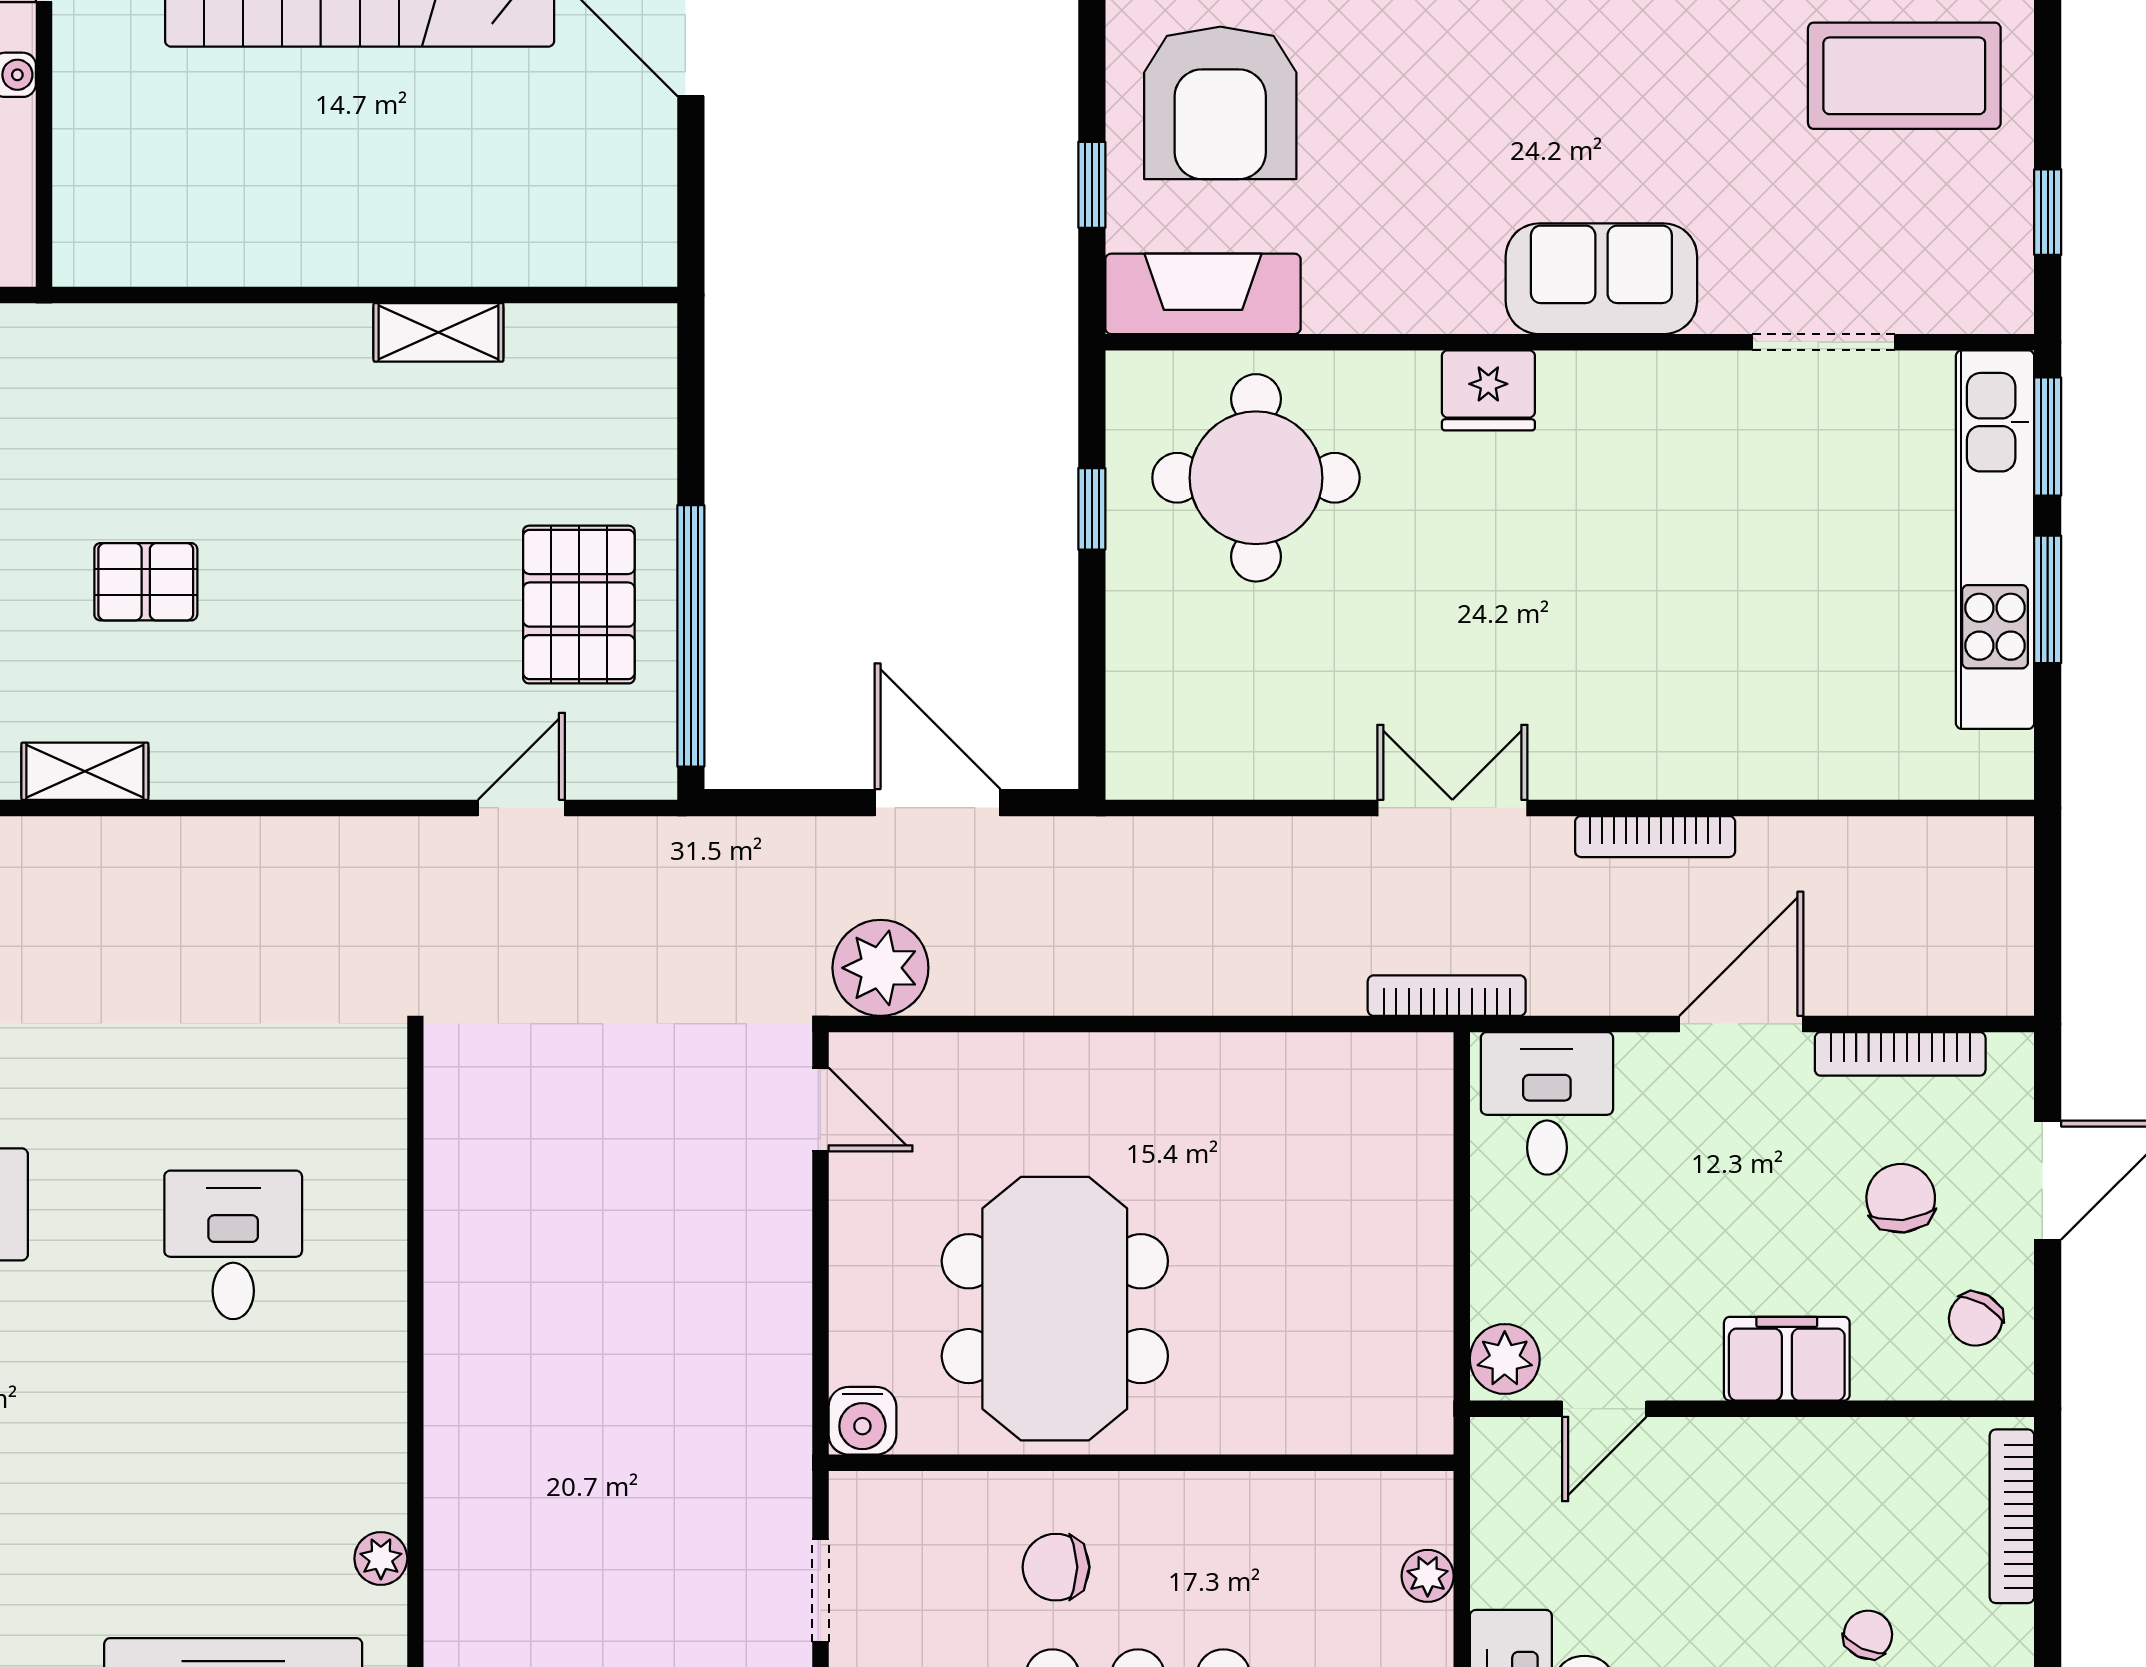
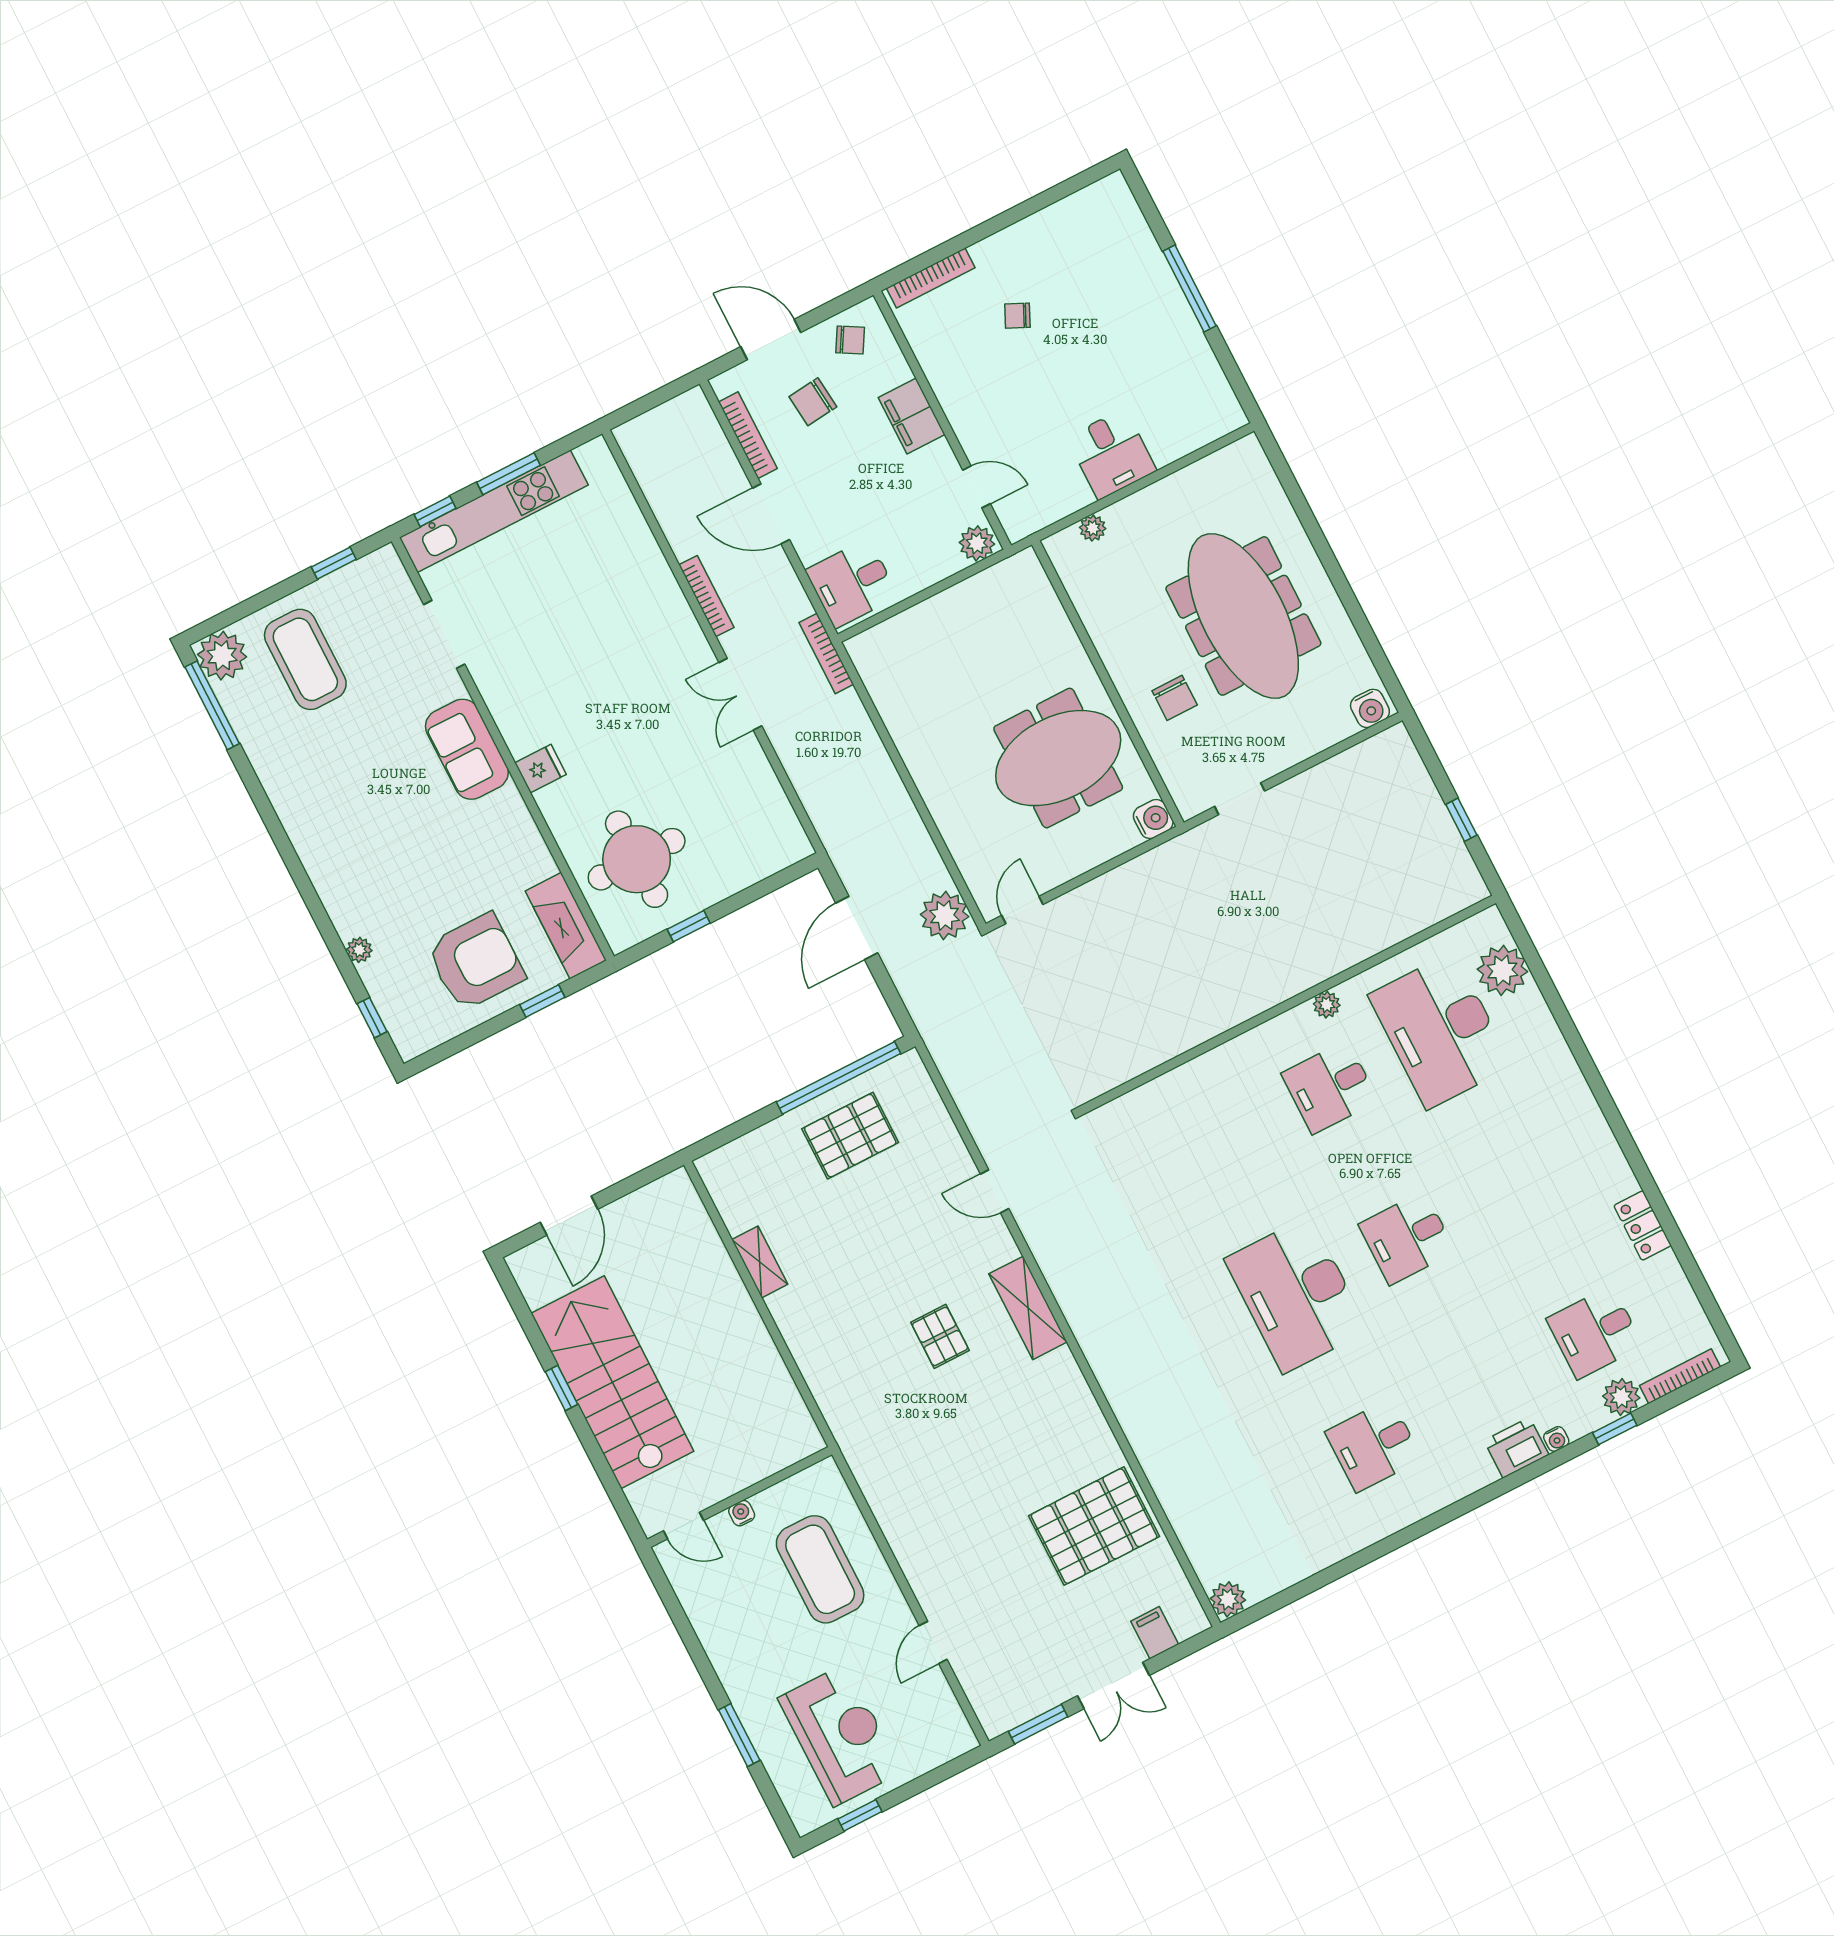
fridge: (1488, 390) -> (540, 769), width x0.72
window: (2048, 437) -> (435, 511), width x0.67
shelving: (85, 771) -> (1028, 1308), width x1.50, depth x1.33
door: (521, 808) -> (995, 1191), moved
desk: (233, 1245) -> (1330, 1087), moved

